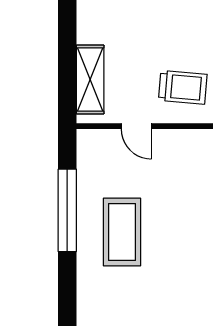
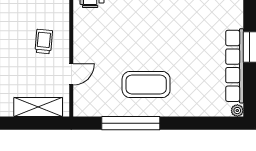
trolley: (183, 87) -> (44, 42), width x0.73, depth x0.72

